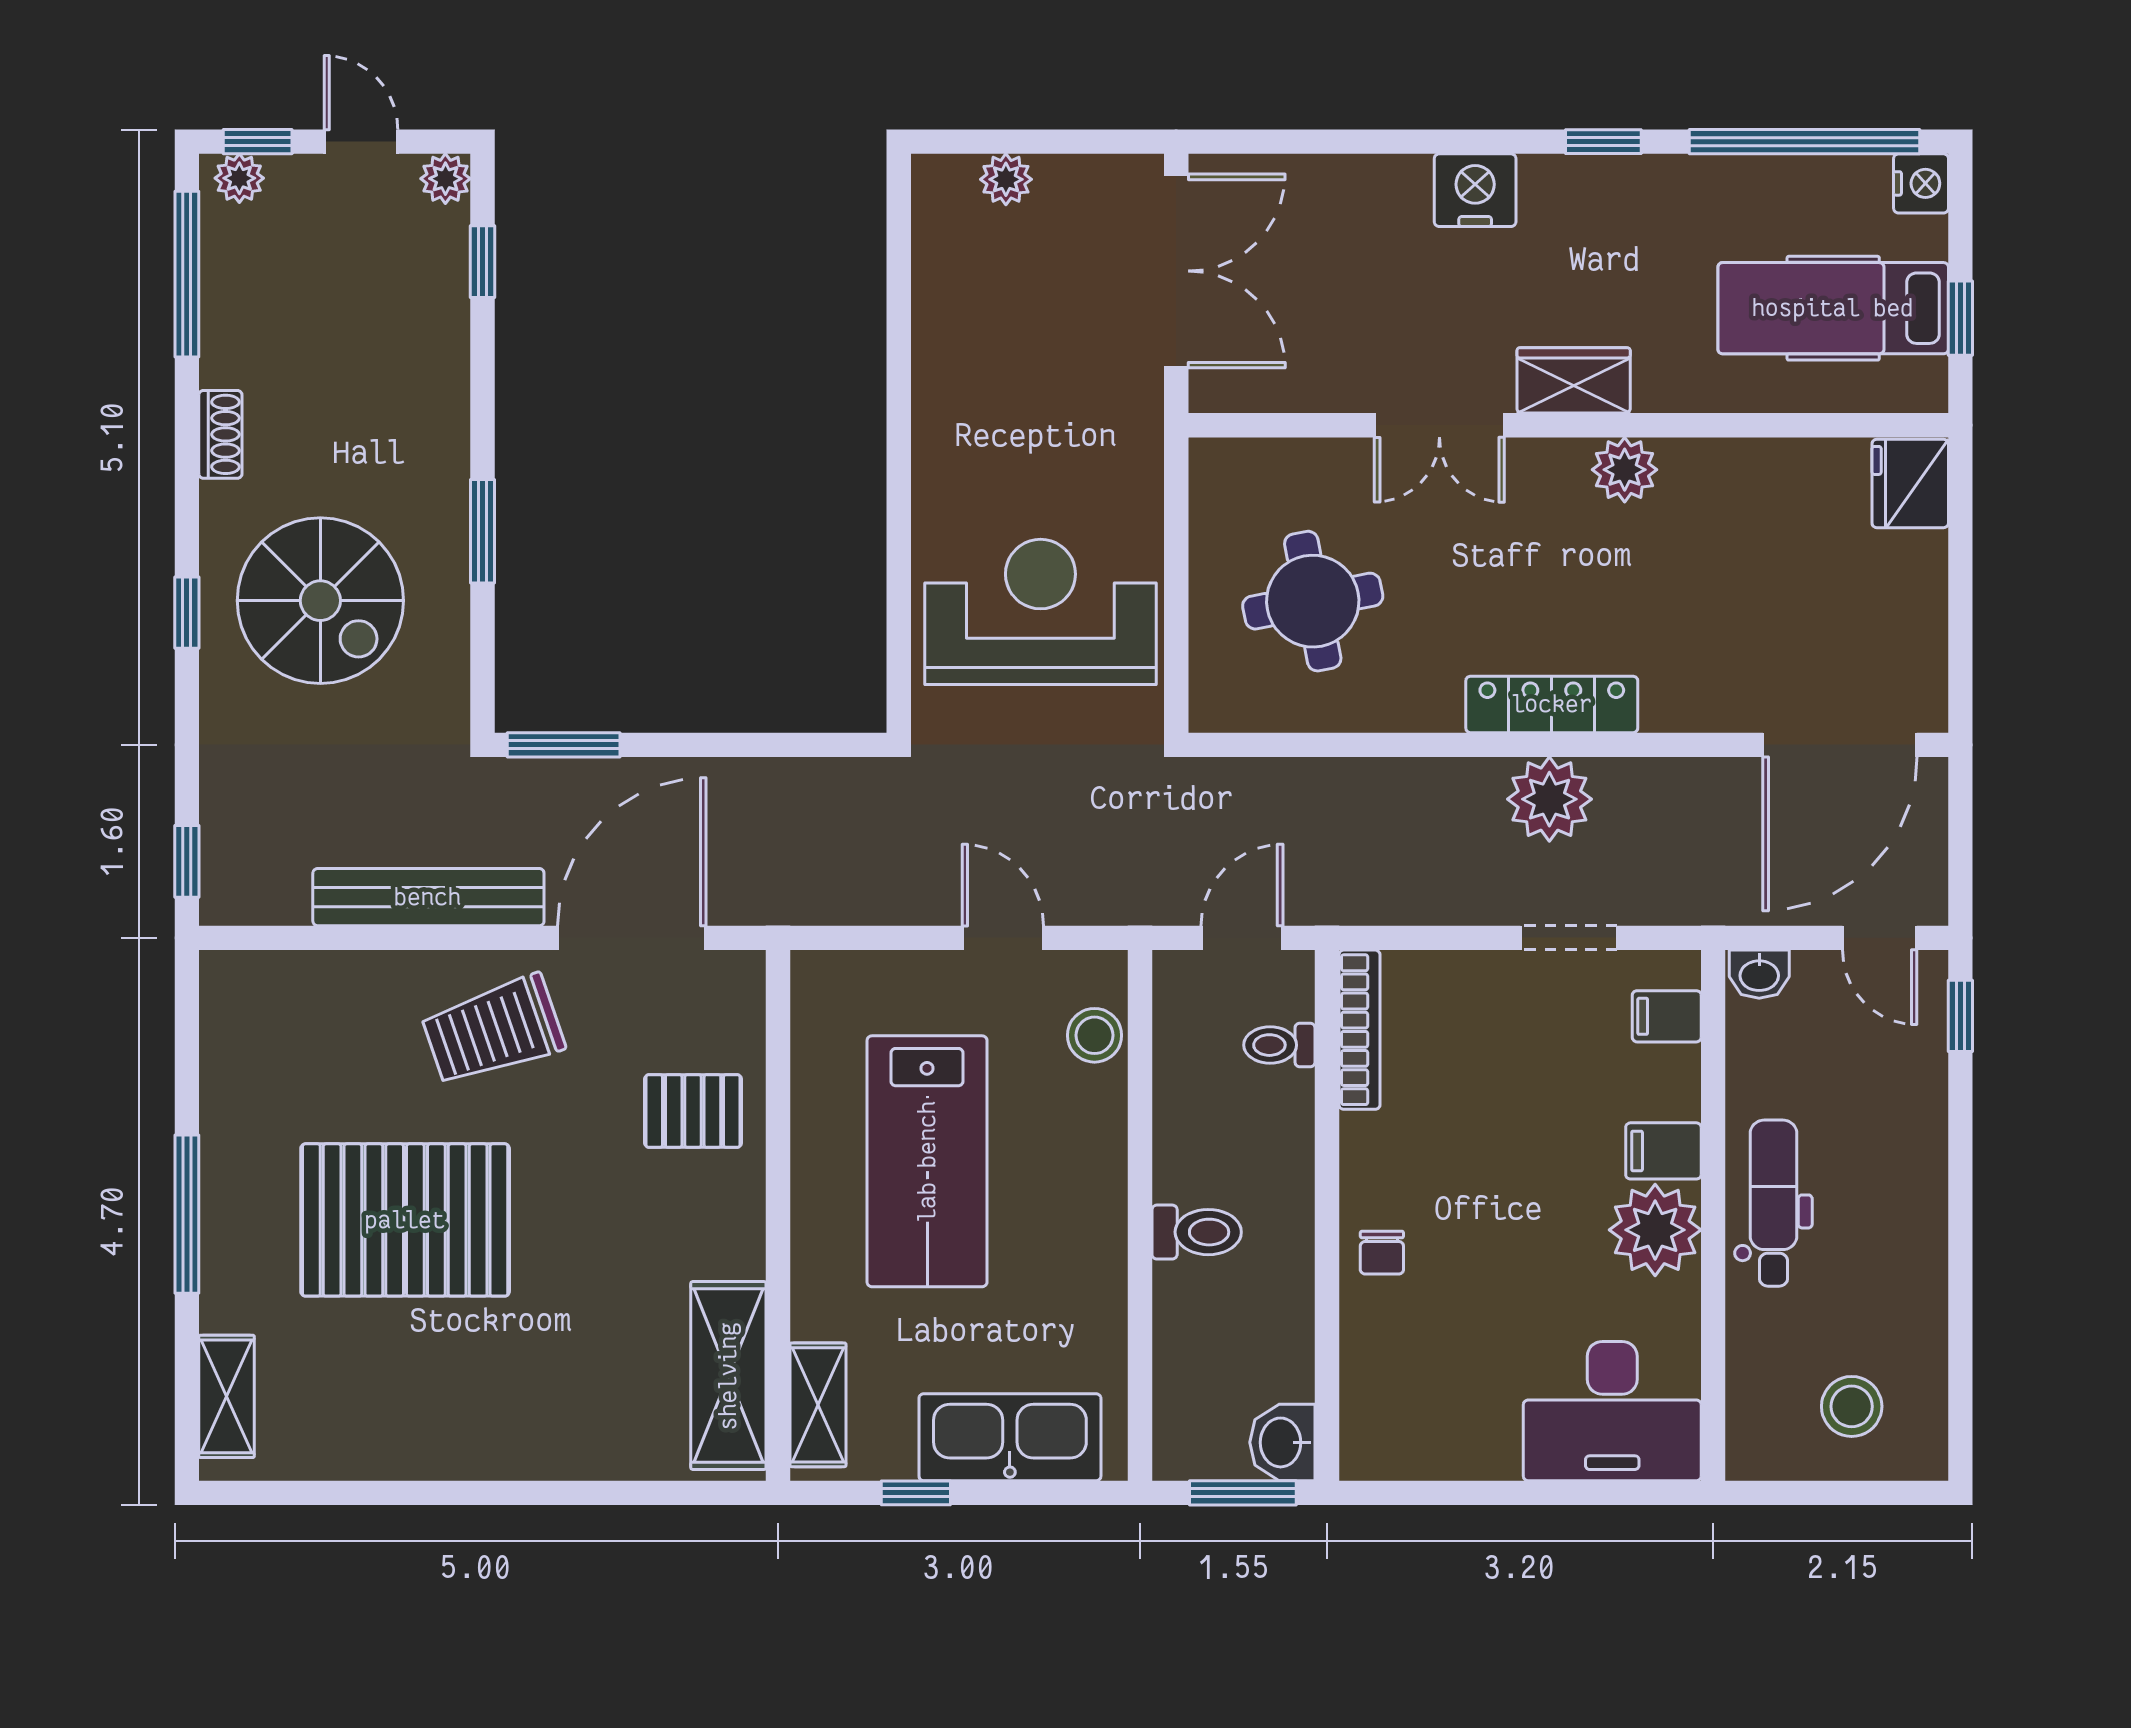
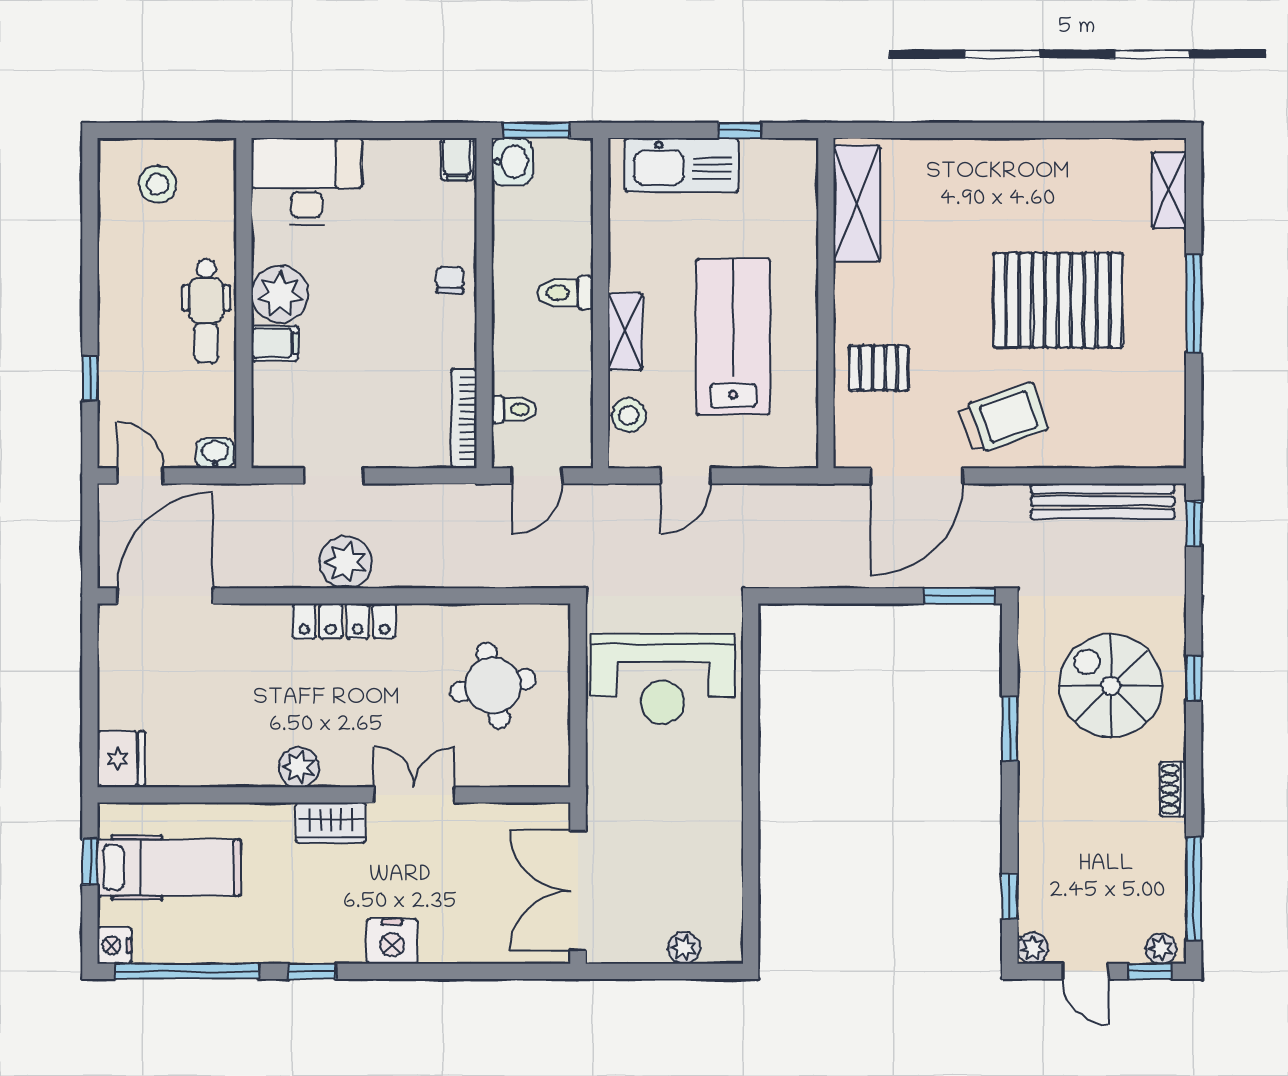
bench: (428, 897) -> (1103, 501), moved
door: (1003, 938) -> (686, 476), hinge flipped
filing cabinet: (1667, 1016) -> (457, 159), moved, turned 90
window: (1960, 1016) -> (90, 378), moved
shelving: (818, 1405) -> (625, 331), moved

